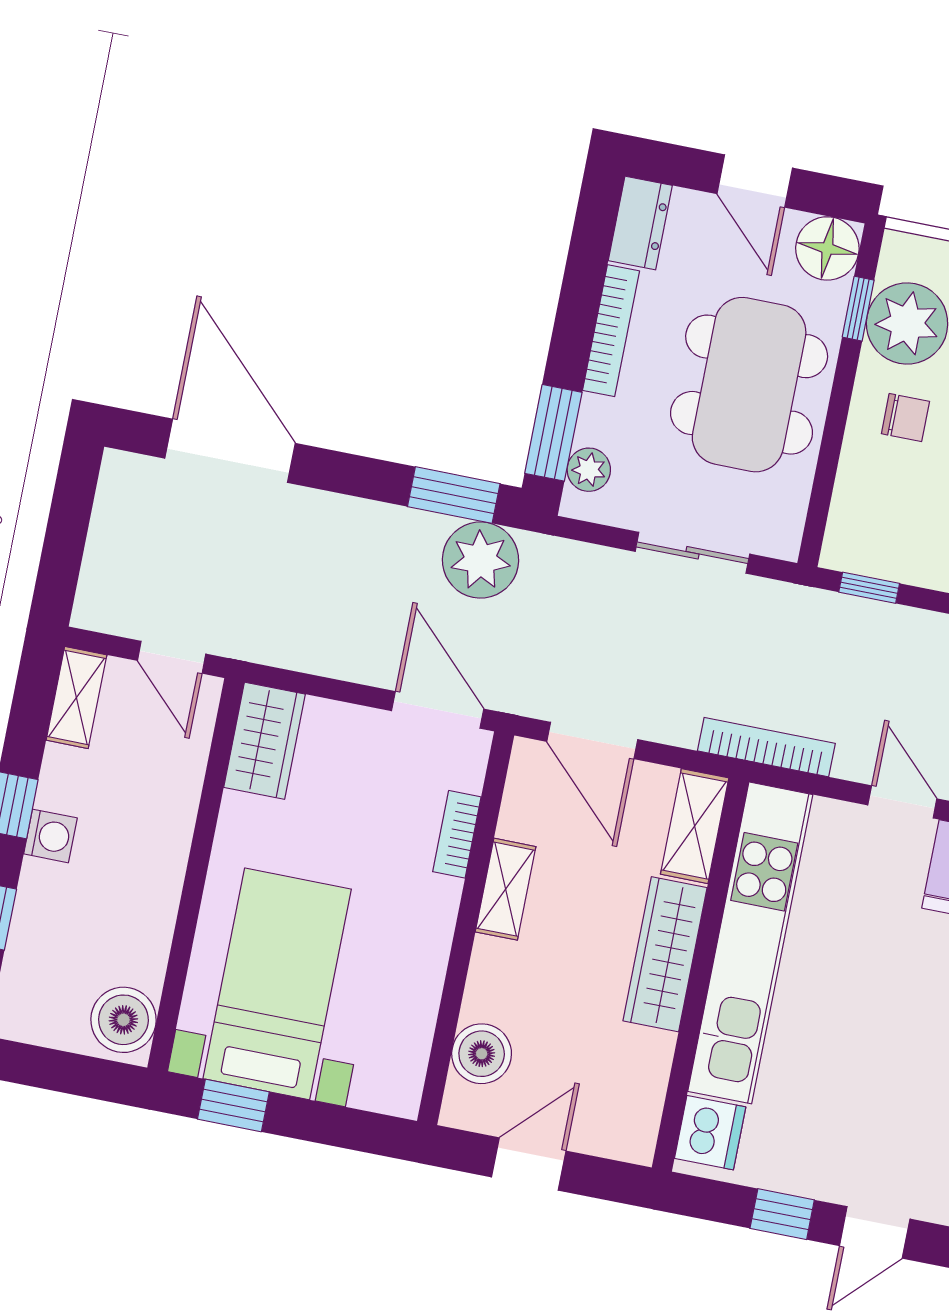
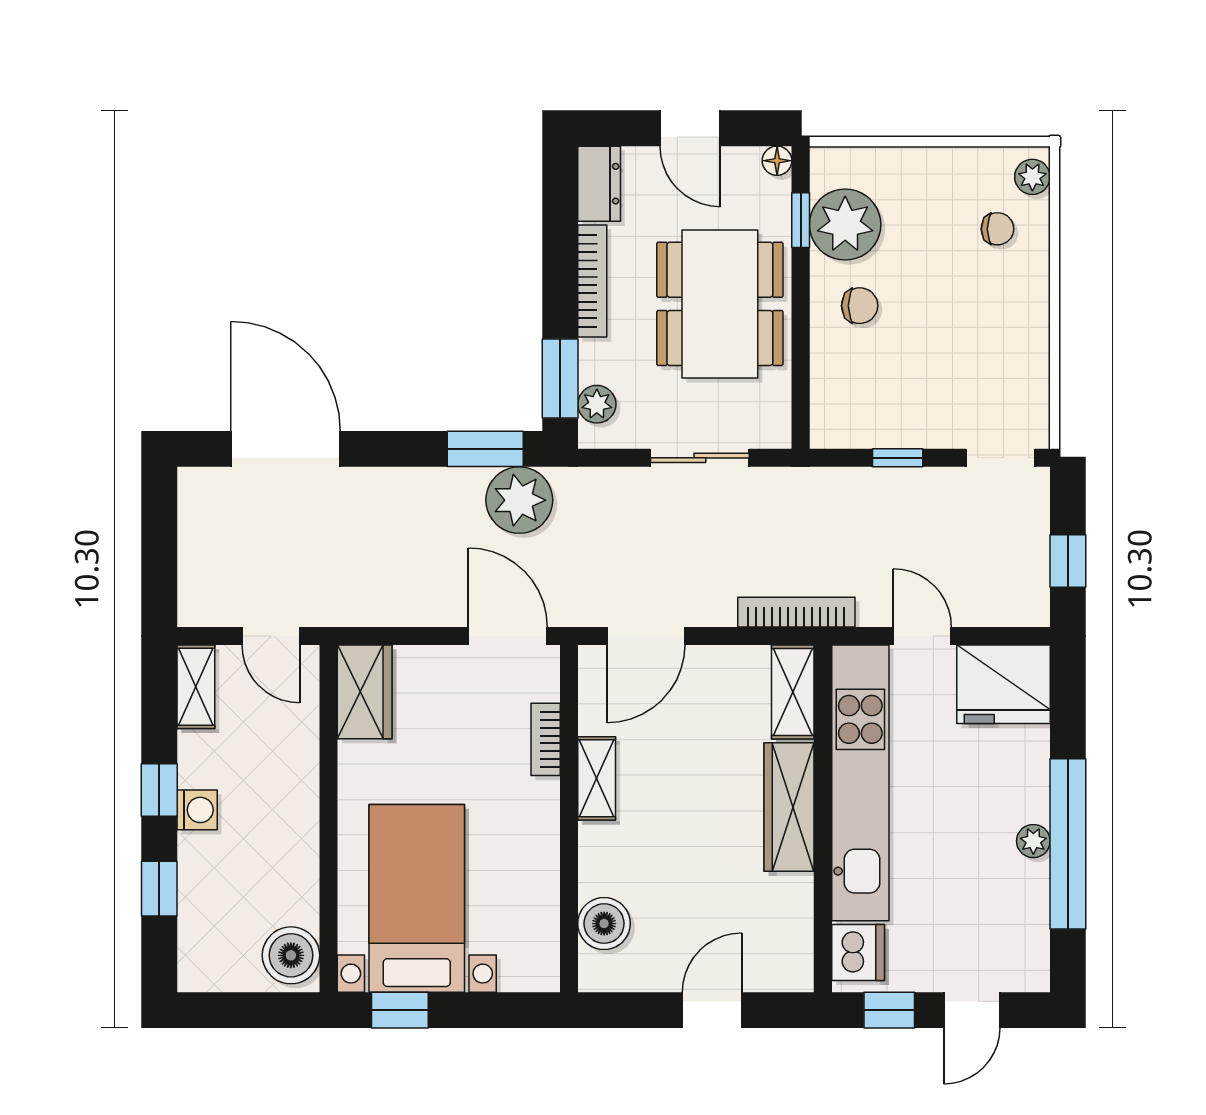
floor lamp: (827, 248) -> (777, 161), width x0.53, depth x0.53
window: (869, 588) -> (898, 458), moved
door: (592, 741) -> (646, 636), hinge flipped
shelving: (695, 826) -> (793, 692), moved
kitchen unit: (750, 943) -> (860, 783), moved
wardrobe: (665, 954) -> (789, 807), moved
wall: (700, 975) -> (823, 819), moved
dishwasher: (710, 1133) -> (858, 952), moved
door: (529, 1164) -> (712, 1010), moved

